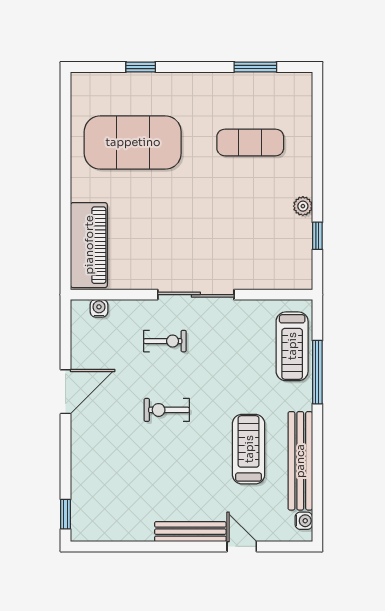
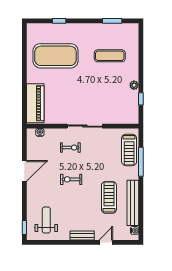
weight bench: (113, 498) -> (46, 220), added
bench: (190, 532) -> (82, 236), width x0.73
door: (242, 546) -> (106, 242), hinge flipped

